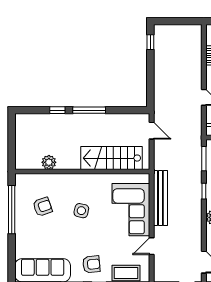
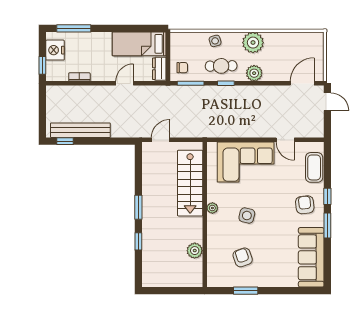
window: (89, 110) -> (138, 207), width x0.69
plant: (88, 179) -> (212, 208), added
bench: (160, 198) -> (80, 130), moved
window: (12, 210) -> (246, 291), width x0.47

